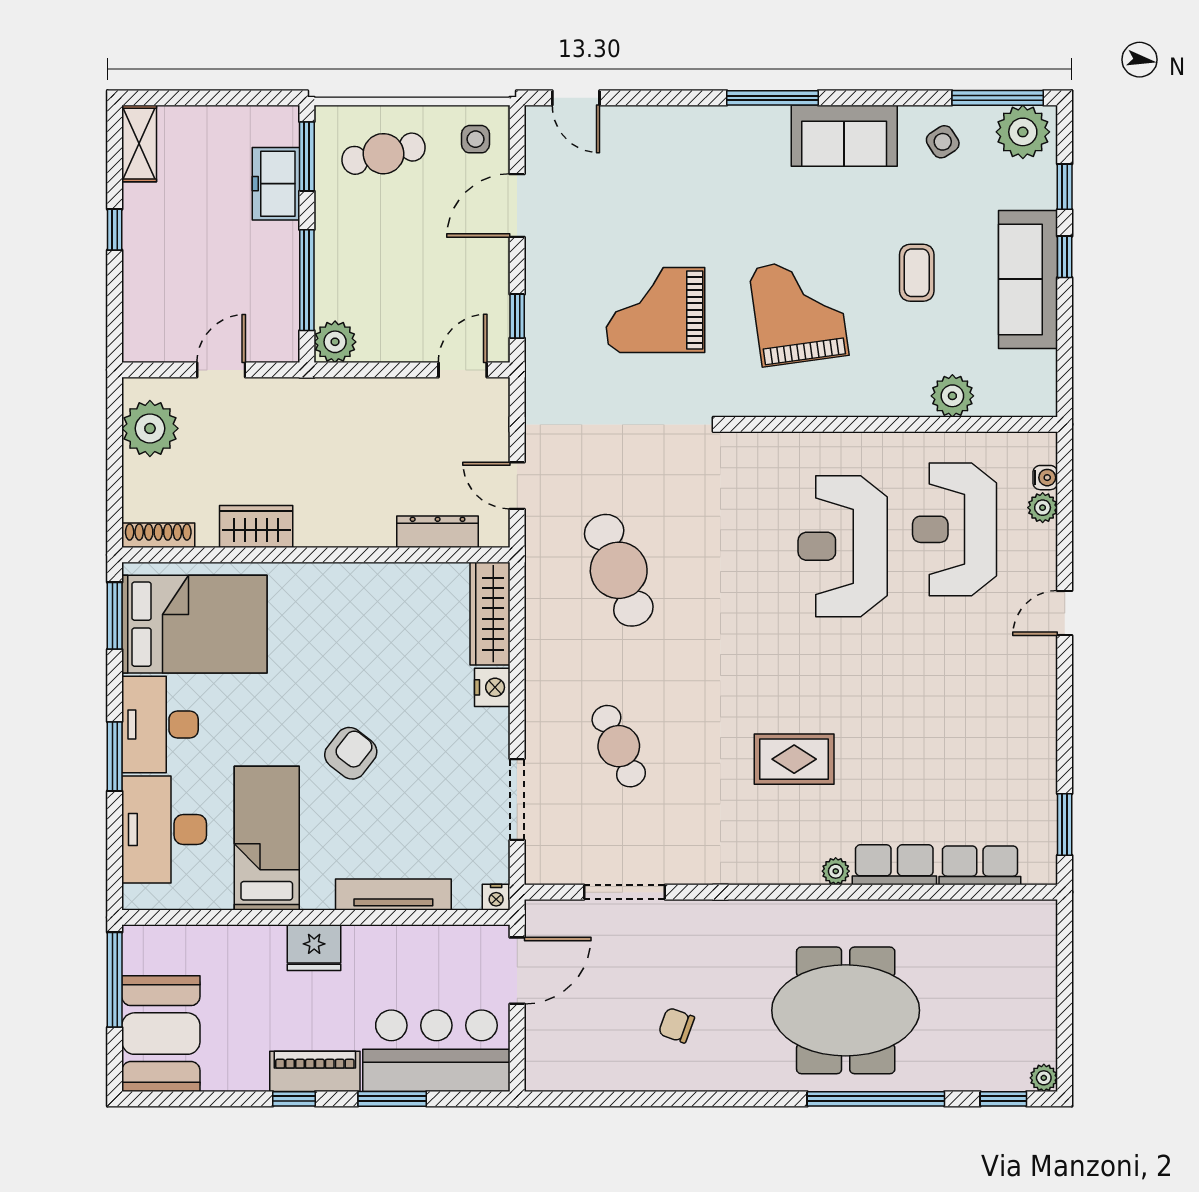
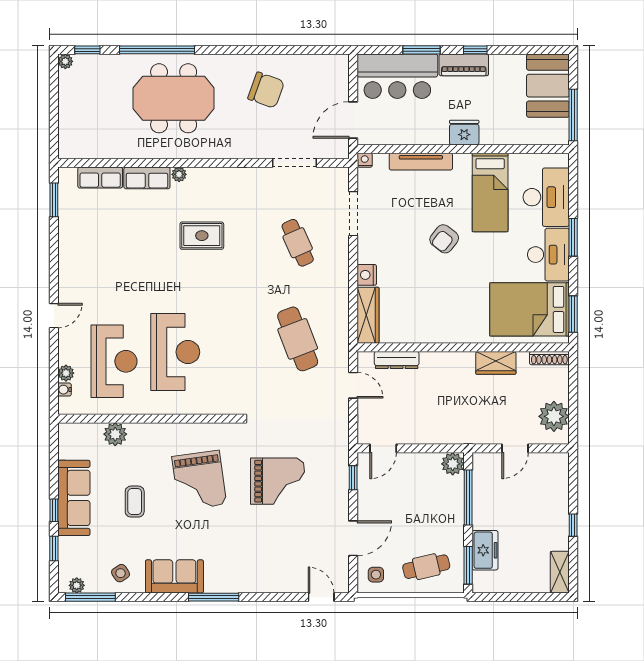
plant: (1023, 132) -> (77, 585), width x0.53, depth x0.53
chair: (676, 1025) -> (266, 90), width x1.87, depth x1.87

